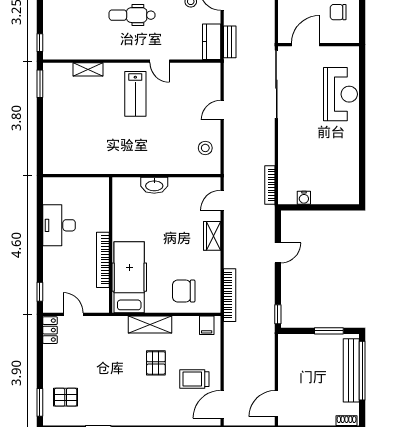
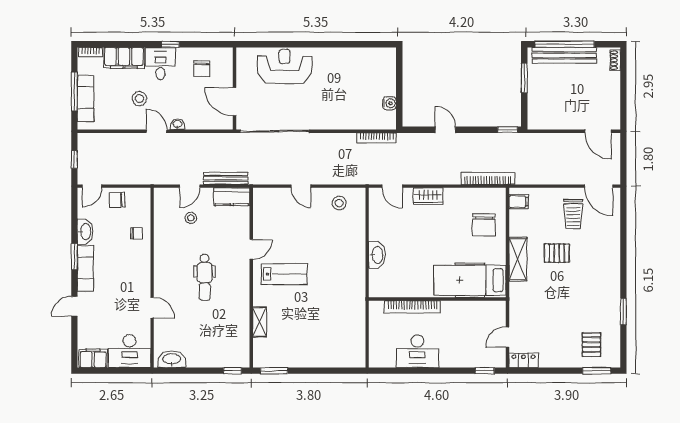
bench: (230, 42) -> (226, 178), width x1.36
bookcase: (103, 260) -> (412, 307), moved

